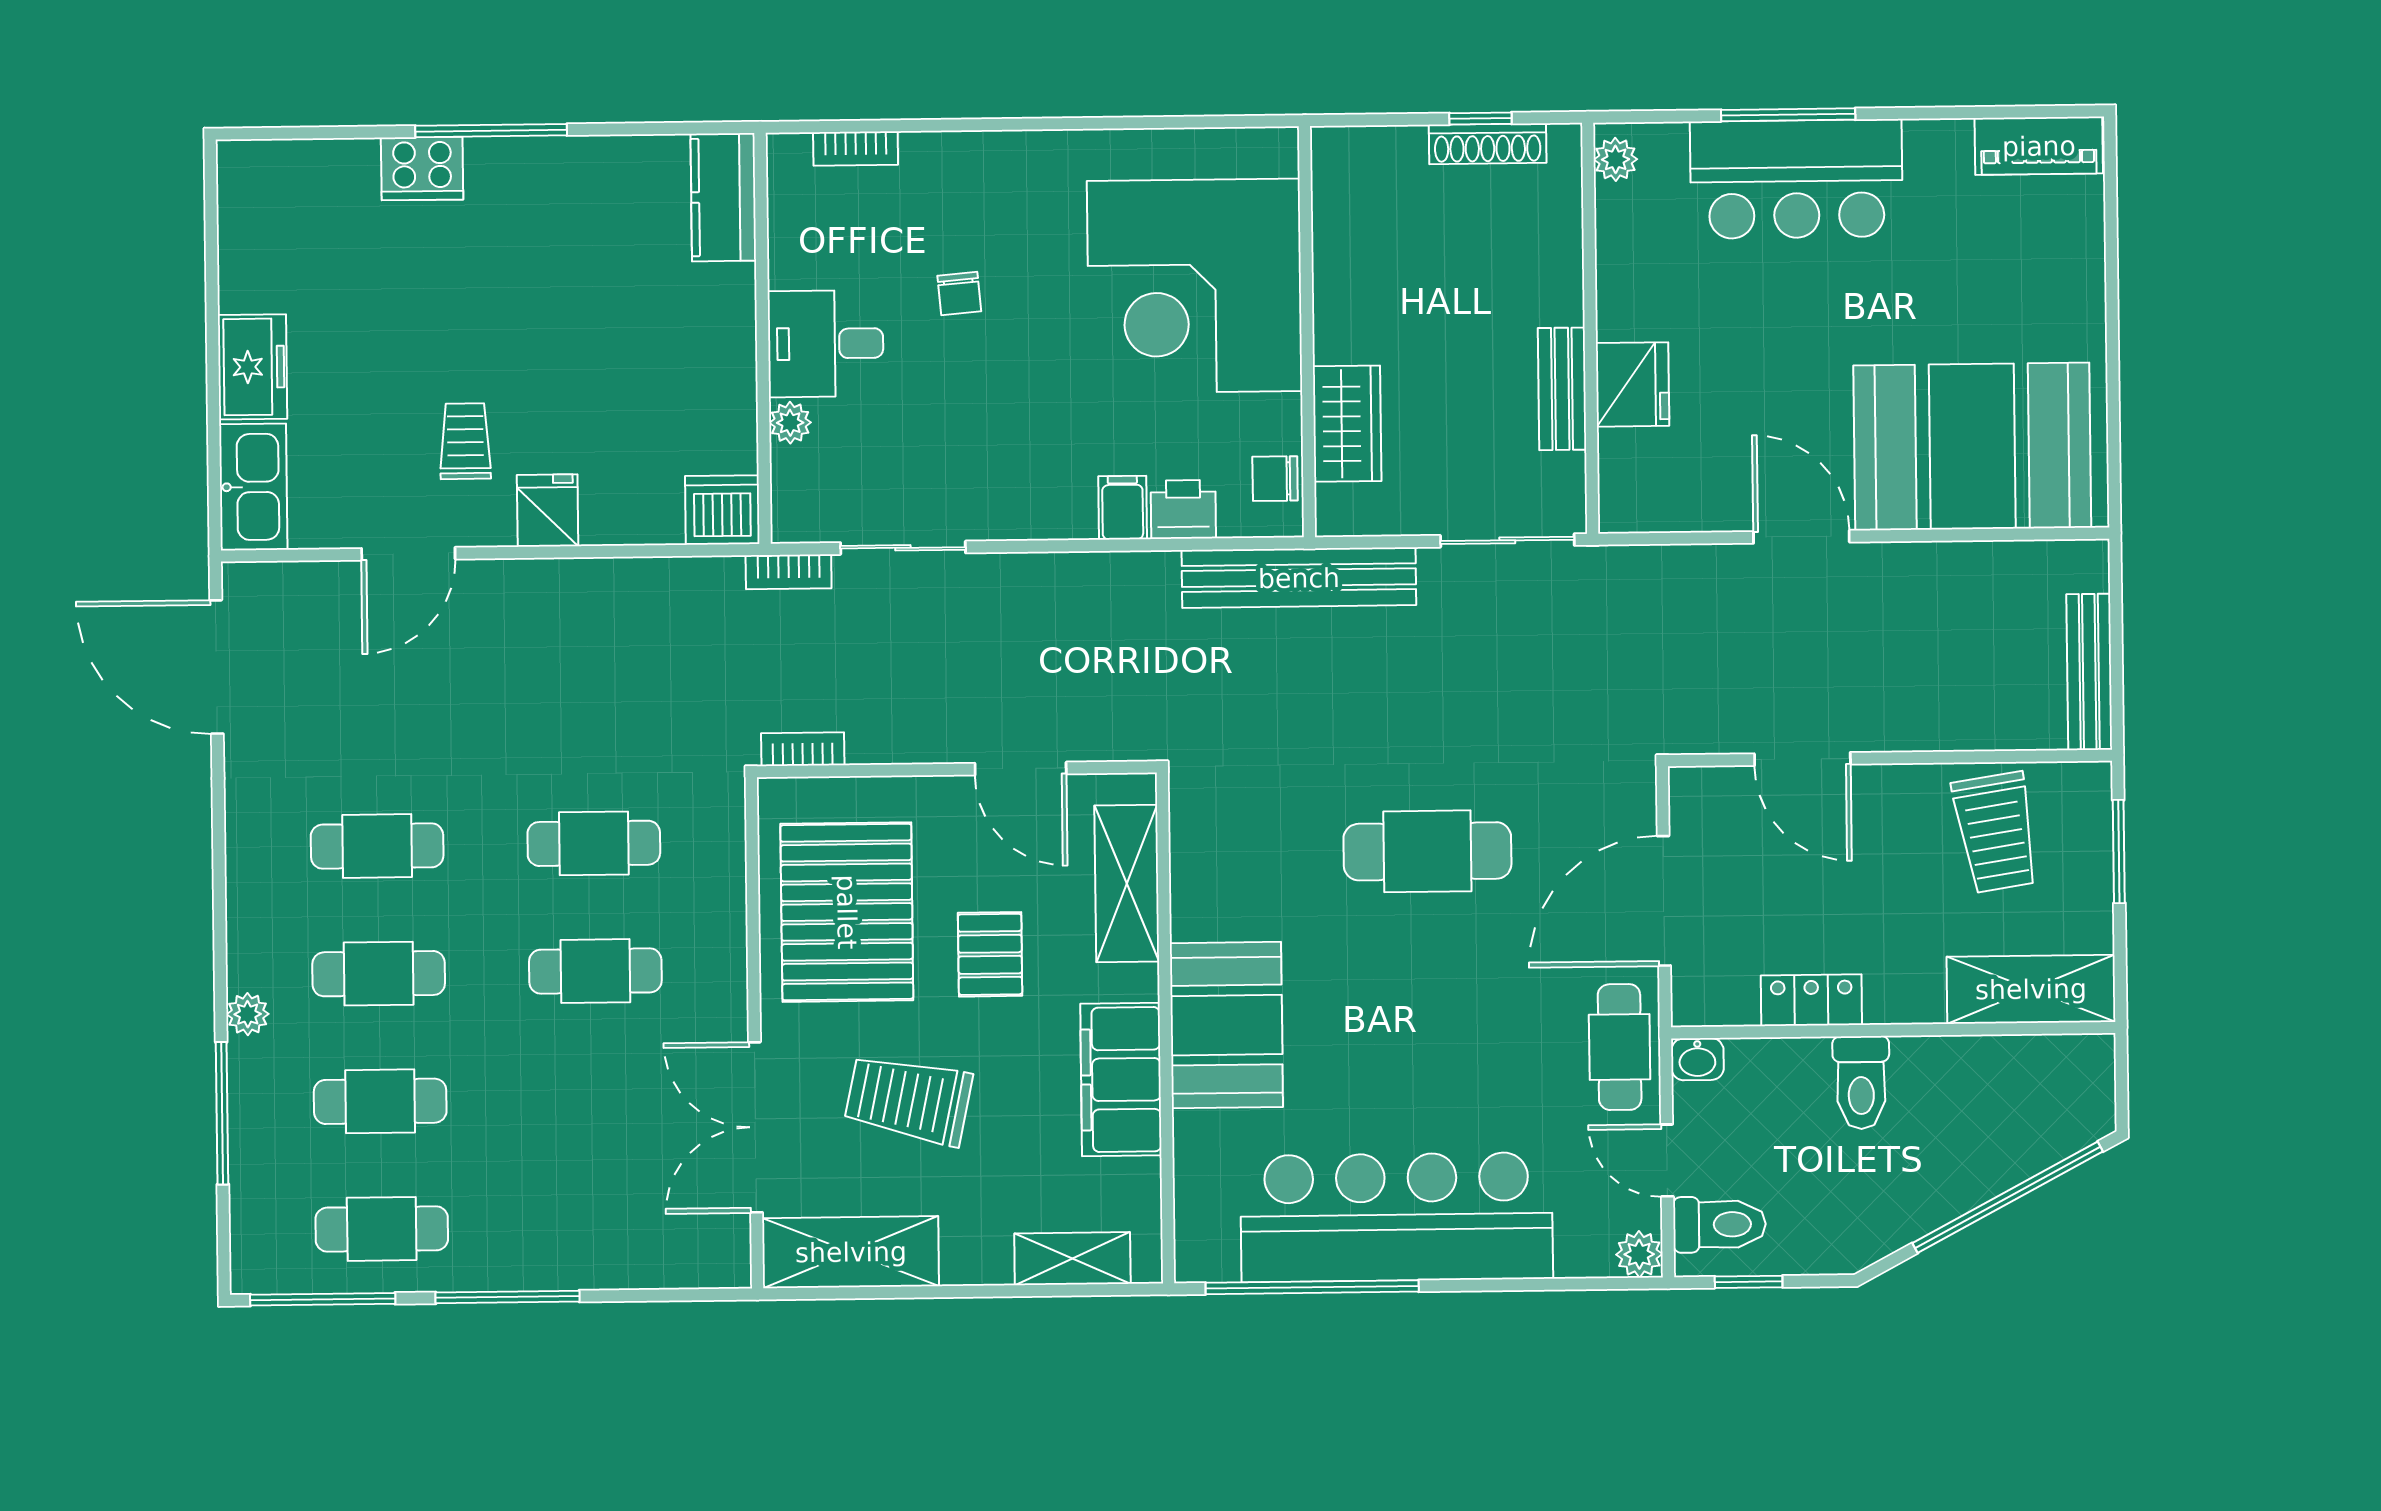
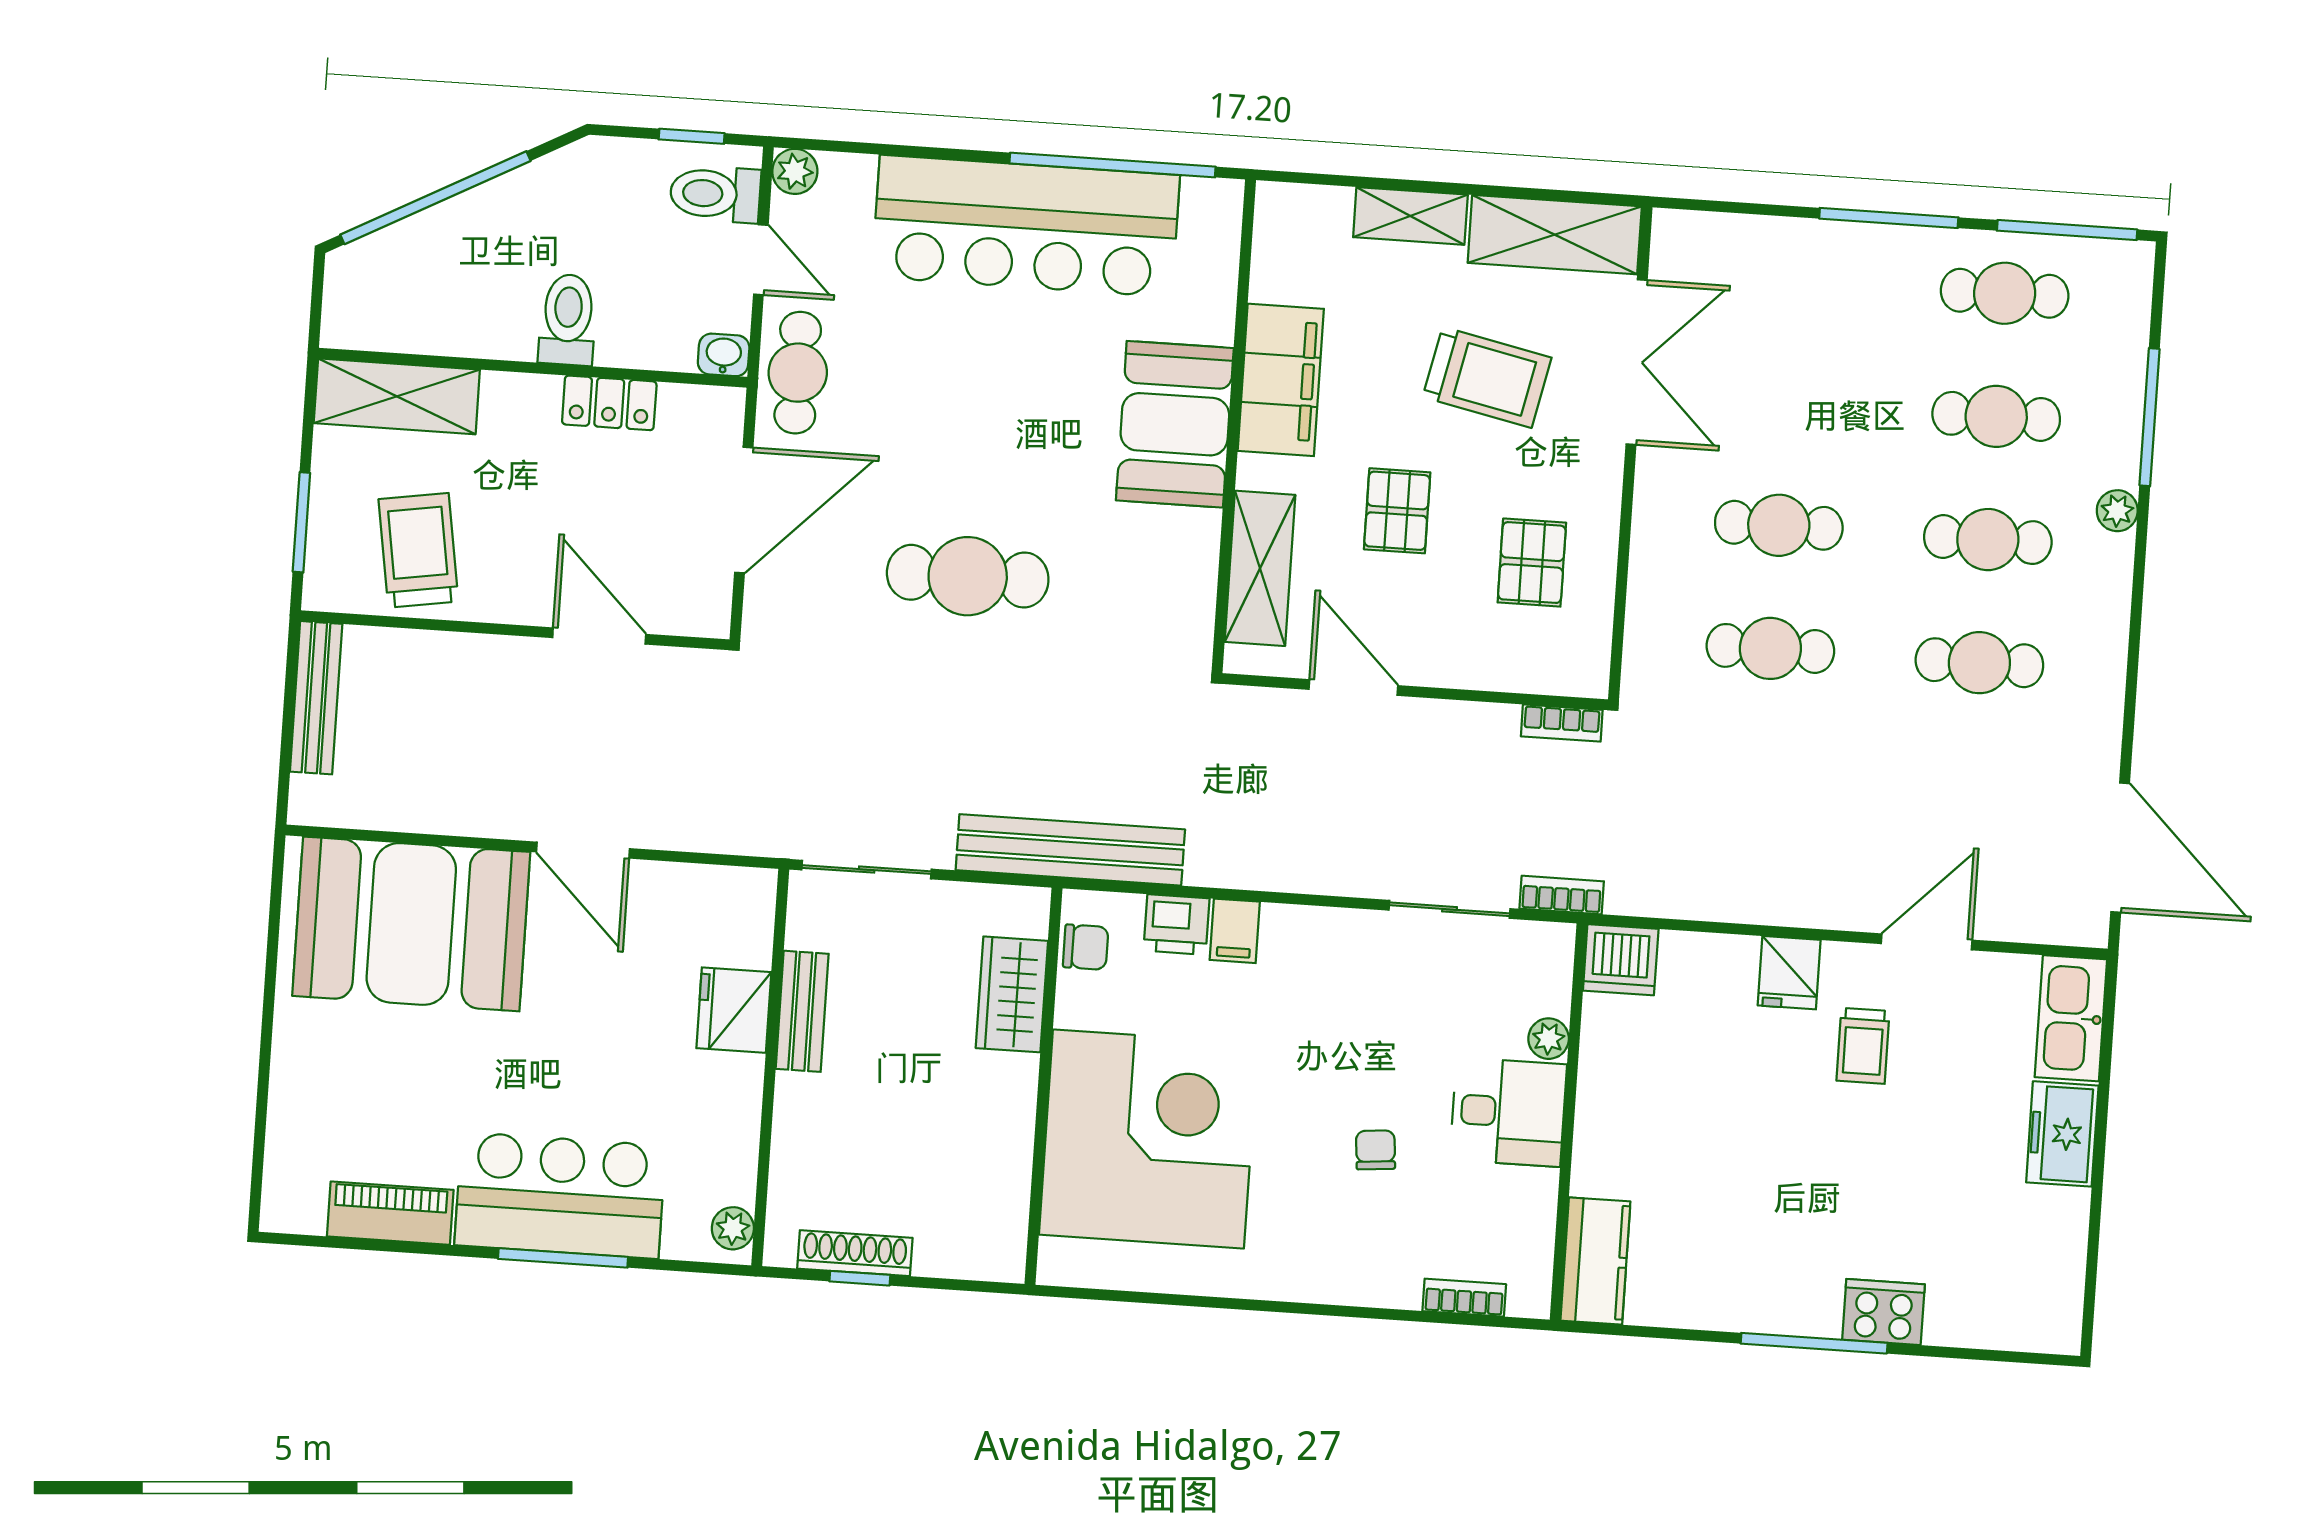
piano: (2039, 146) -> (390, 1213), moved
pallet: (847, 912) -> (1532, 563), width x0.49, depth x0.50
shelving: (1072, 1259) -> (1410, 216), moved

